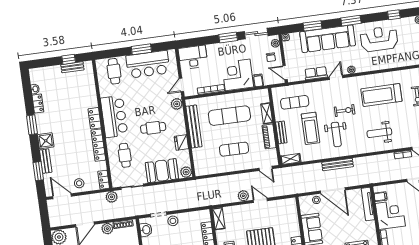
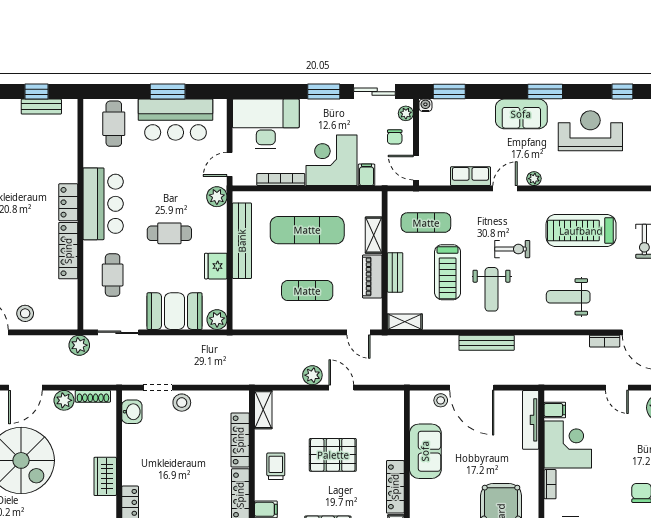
window: (313, 26) -> (449, 92), moved
sofa: (328, 39) -> (521, 114), width x0.54, depth x0.79
desk: (193, 57) -> (266, 124), width x1.36, depth x1.30
locker: (104, 180) -> (69, 313), removed

